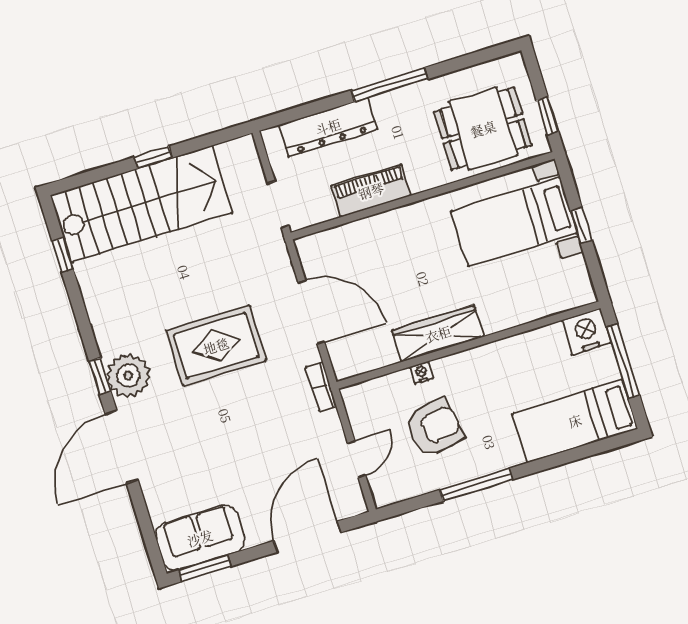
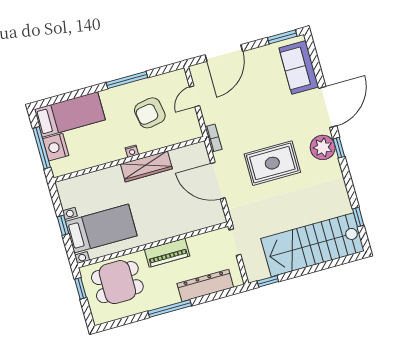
window: (153, 157) -> (268, 281), moved
piano: (371, 191) -> (167, 253), moved
nightstand: (586, 332) -> (56, 147), moved, turned 90
nightstand: (421, 373) -> (132, 151), moved
sofa: (200, 538) -> (299, 67), moved, turned 90

